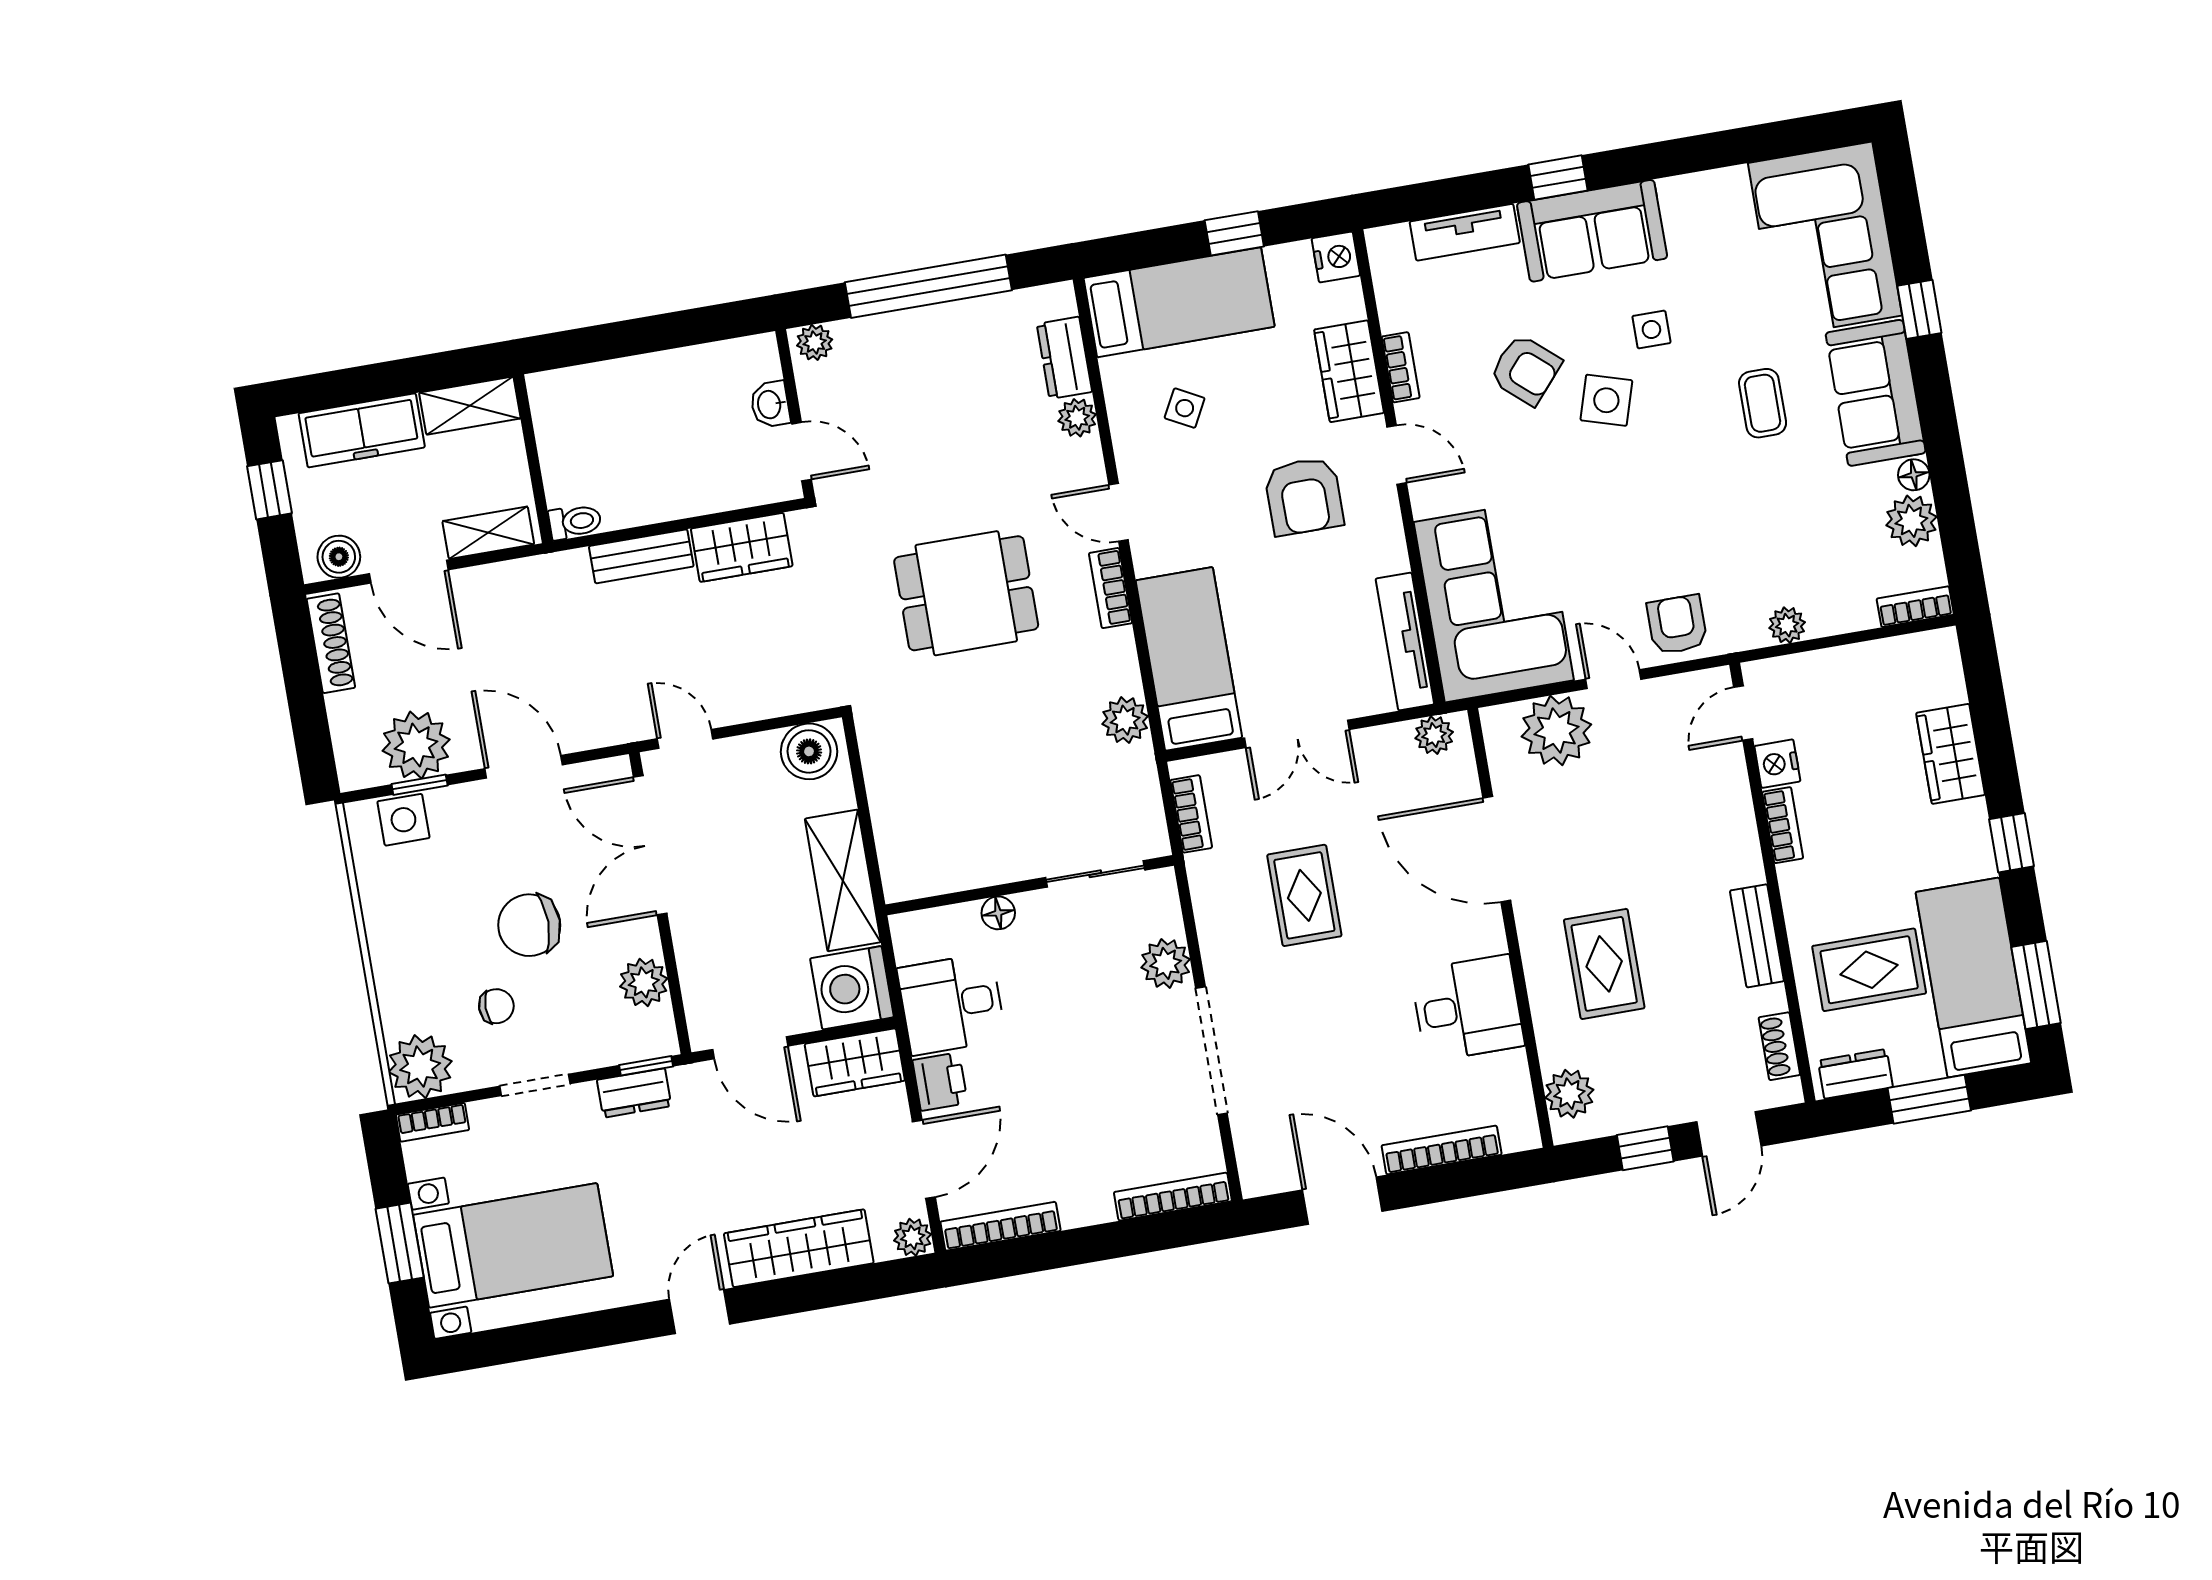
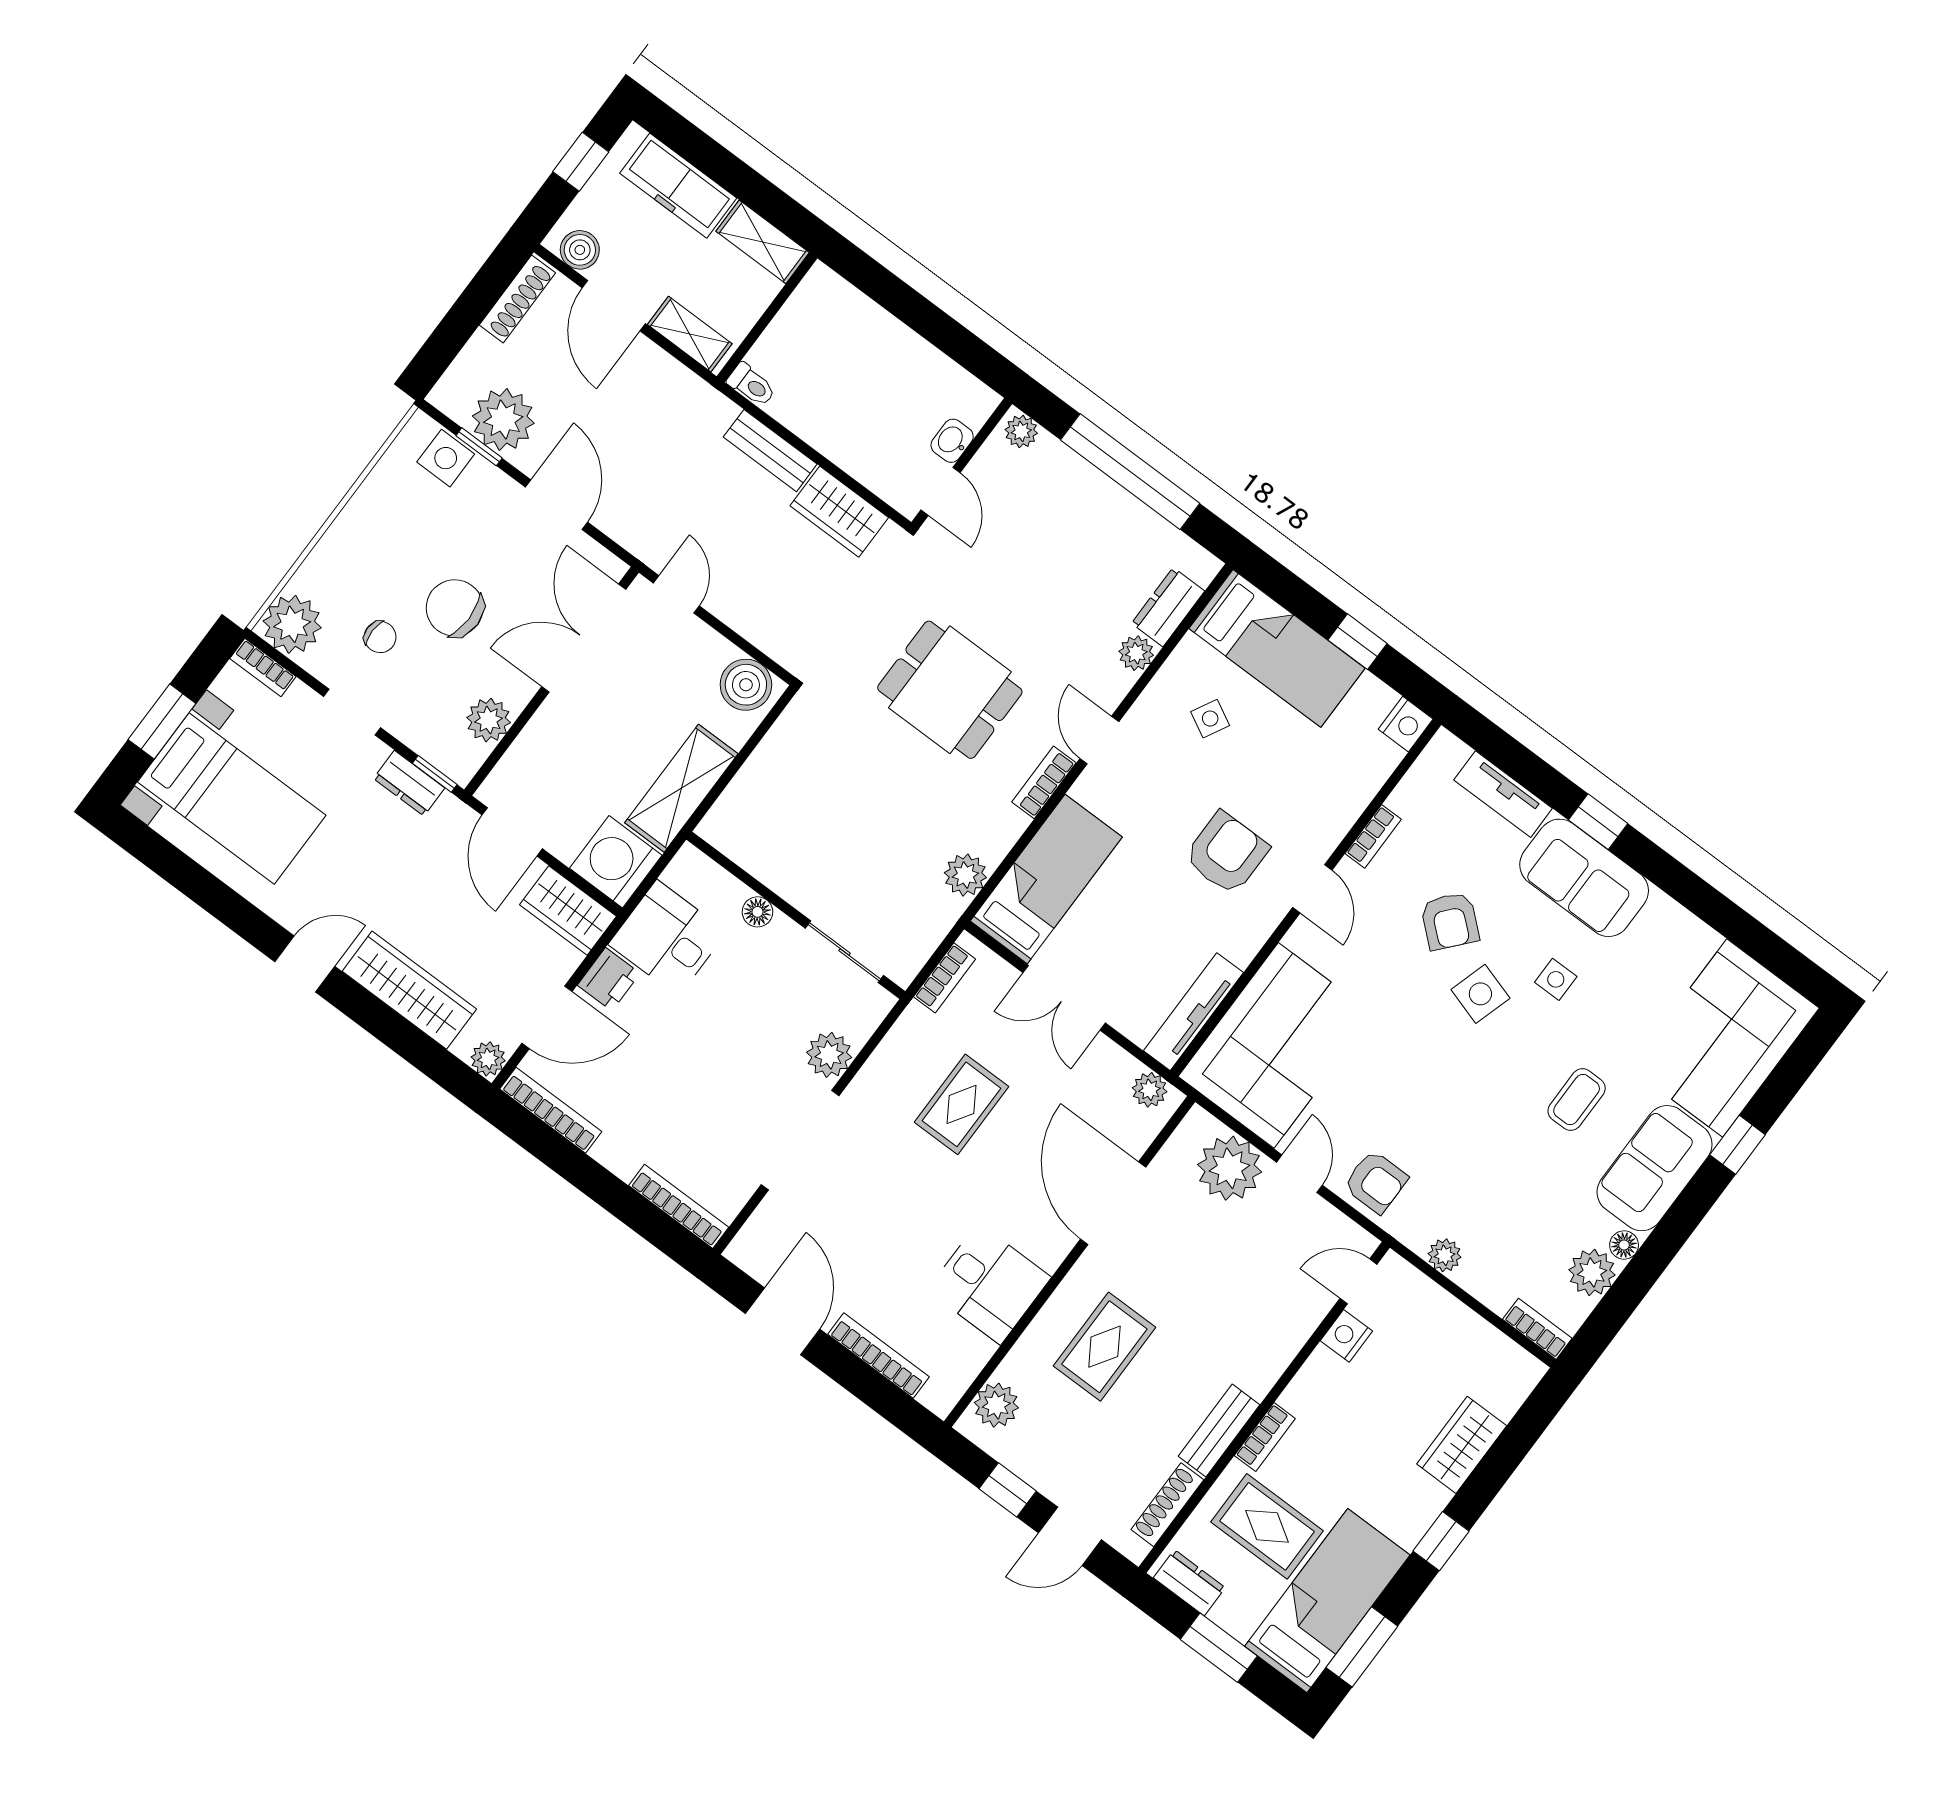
wardrobe: (1349, 371) -> (1338, 805), removed
armchair: (1304, 496) -> (1226, 853), turned 180
armchair: (1677, 625) -> (1376, 1182), turned 90
bookcase: (1783, 825) -> (1265, 1437), moved
shoe rack: (1779, 1046) -> (1167, 1505), width x1.43

